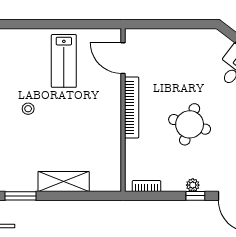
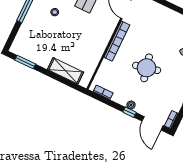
round table: (190, 124) -> (147, 68), turned -30
shelving: (64, 182) -> (65, 71), moved

